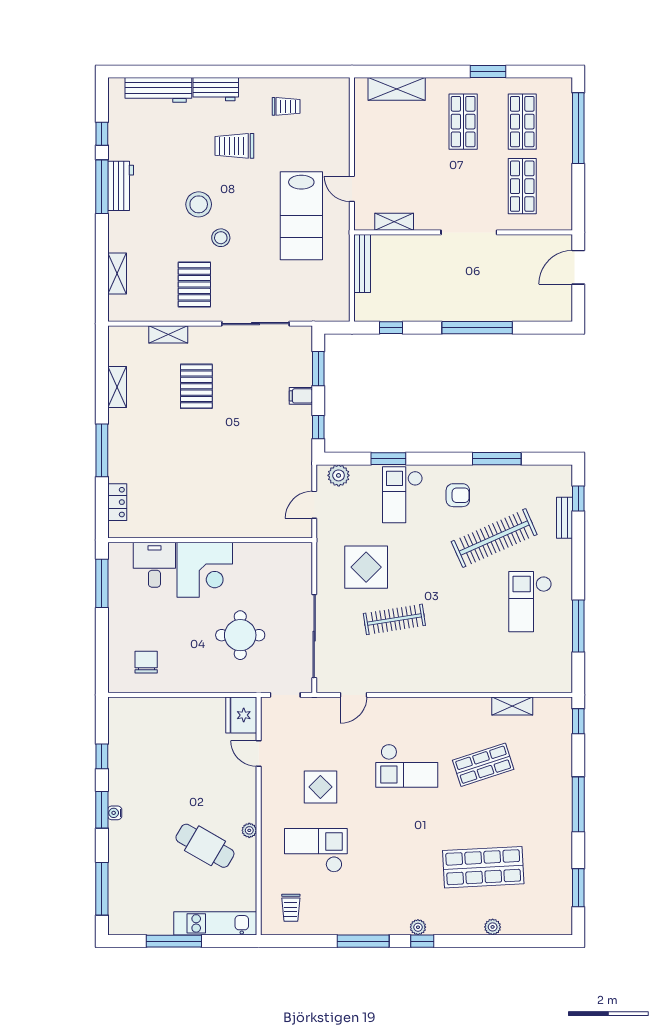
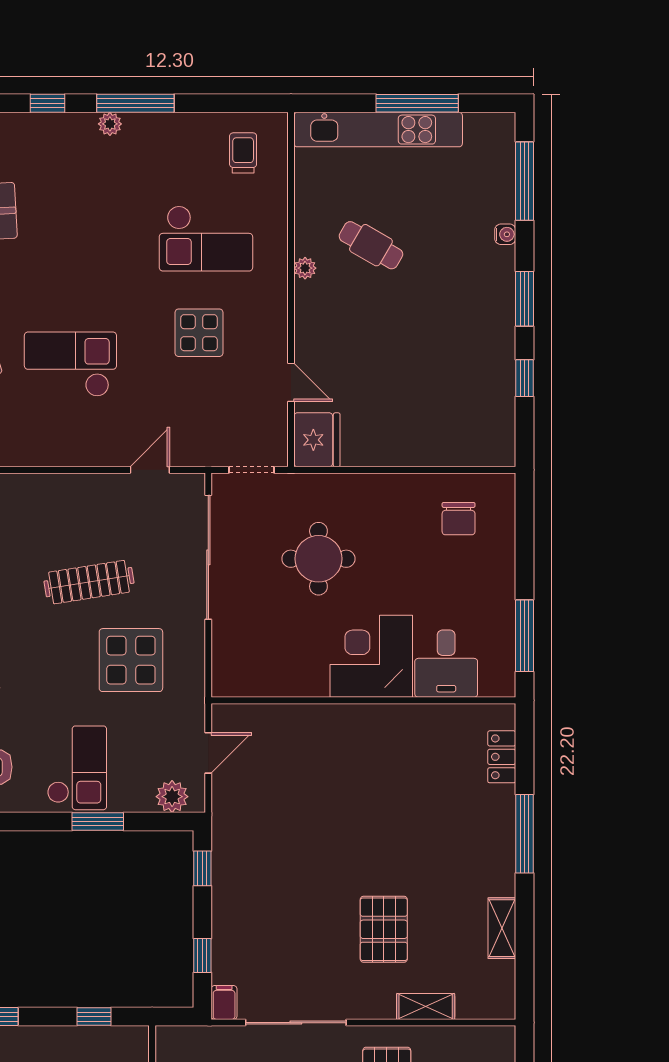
window: (318, 369) -> (202, 955), width x0.67
filing cabinet: (301, 396) -> (224, 1002), moved, turned -90
water cooler: (115, 813) -> (505, 234), moved
cafe table: (205, 846) -> (371, 245), width x0.73, depth x0.74
kitchen unit: (215, 923) -> (378, 130), width x1.36
plant: (418, 927) -> (110, 124), moved

